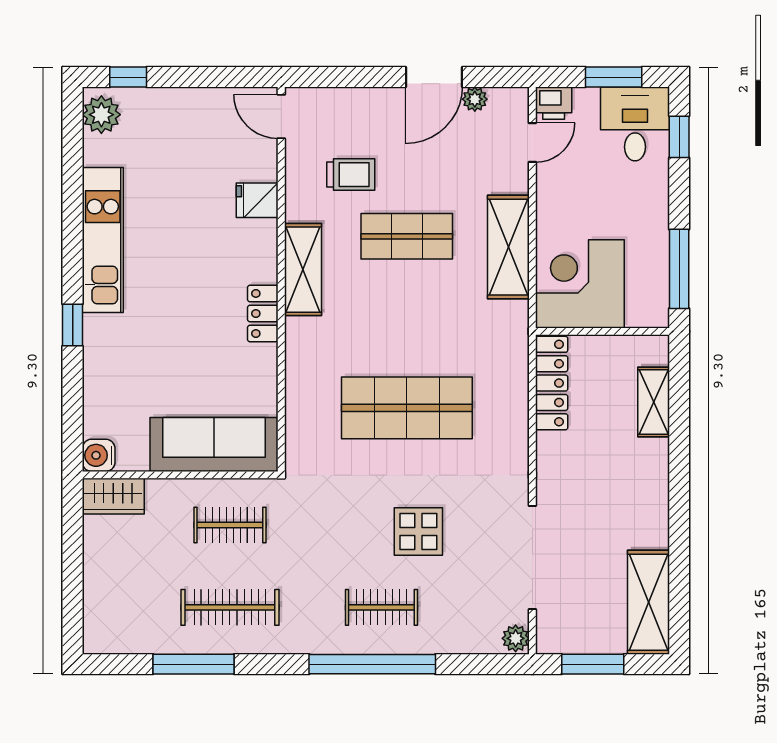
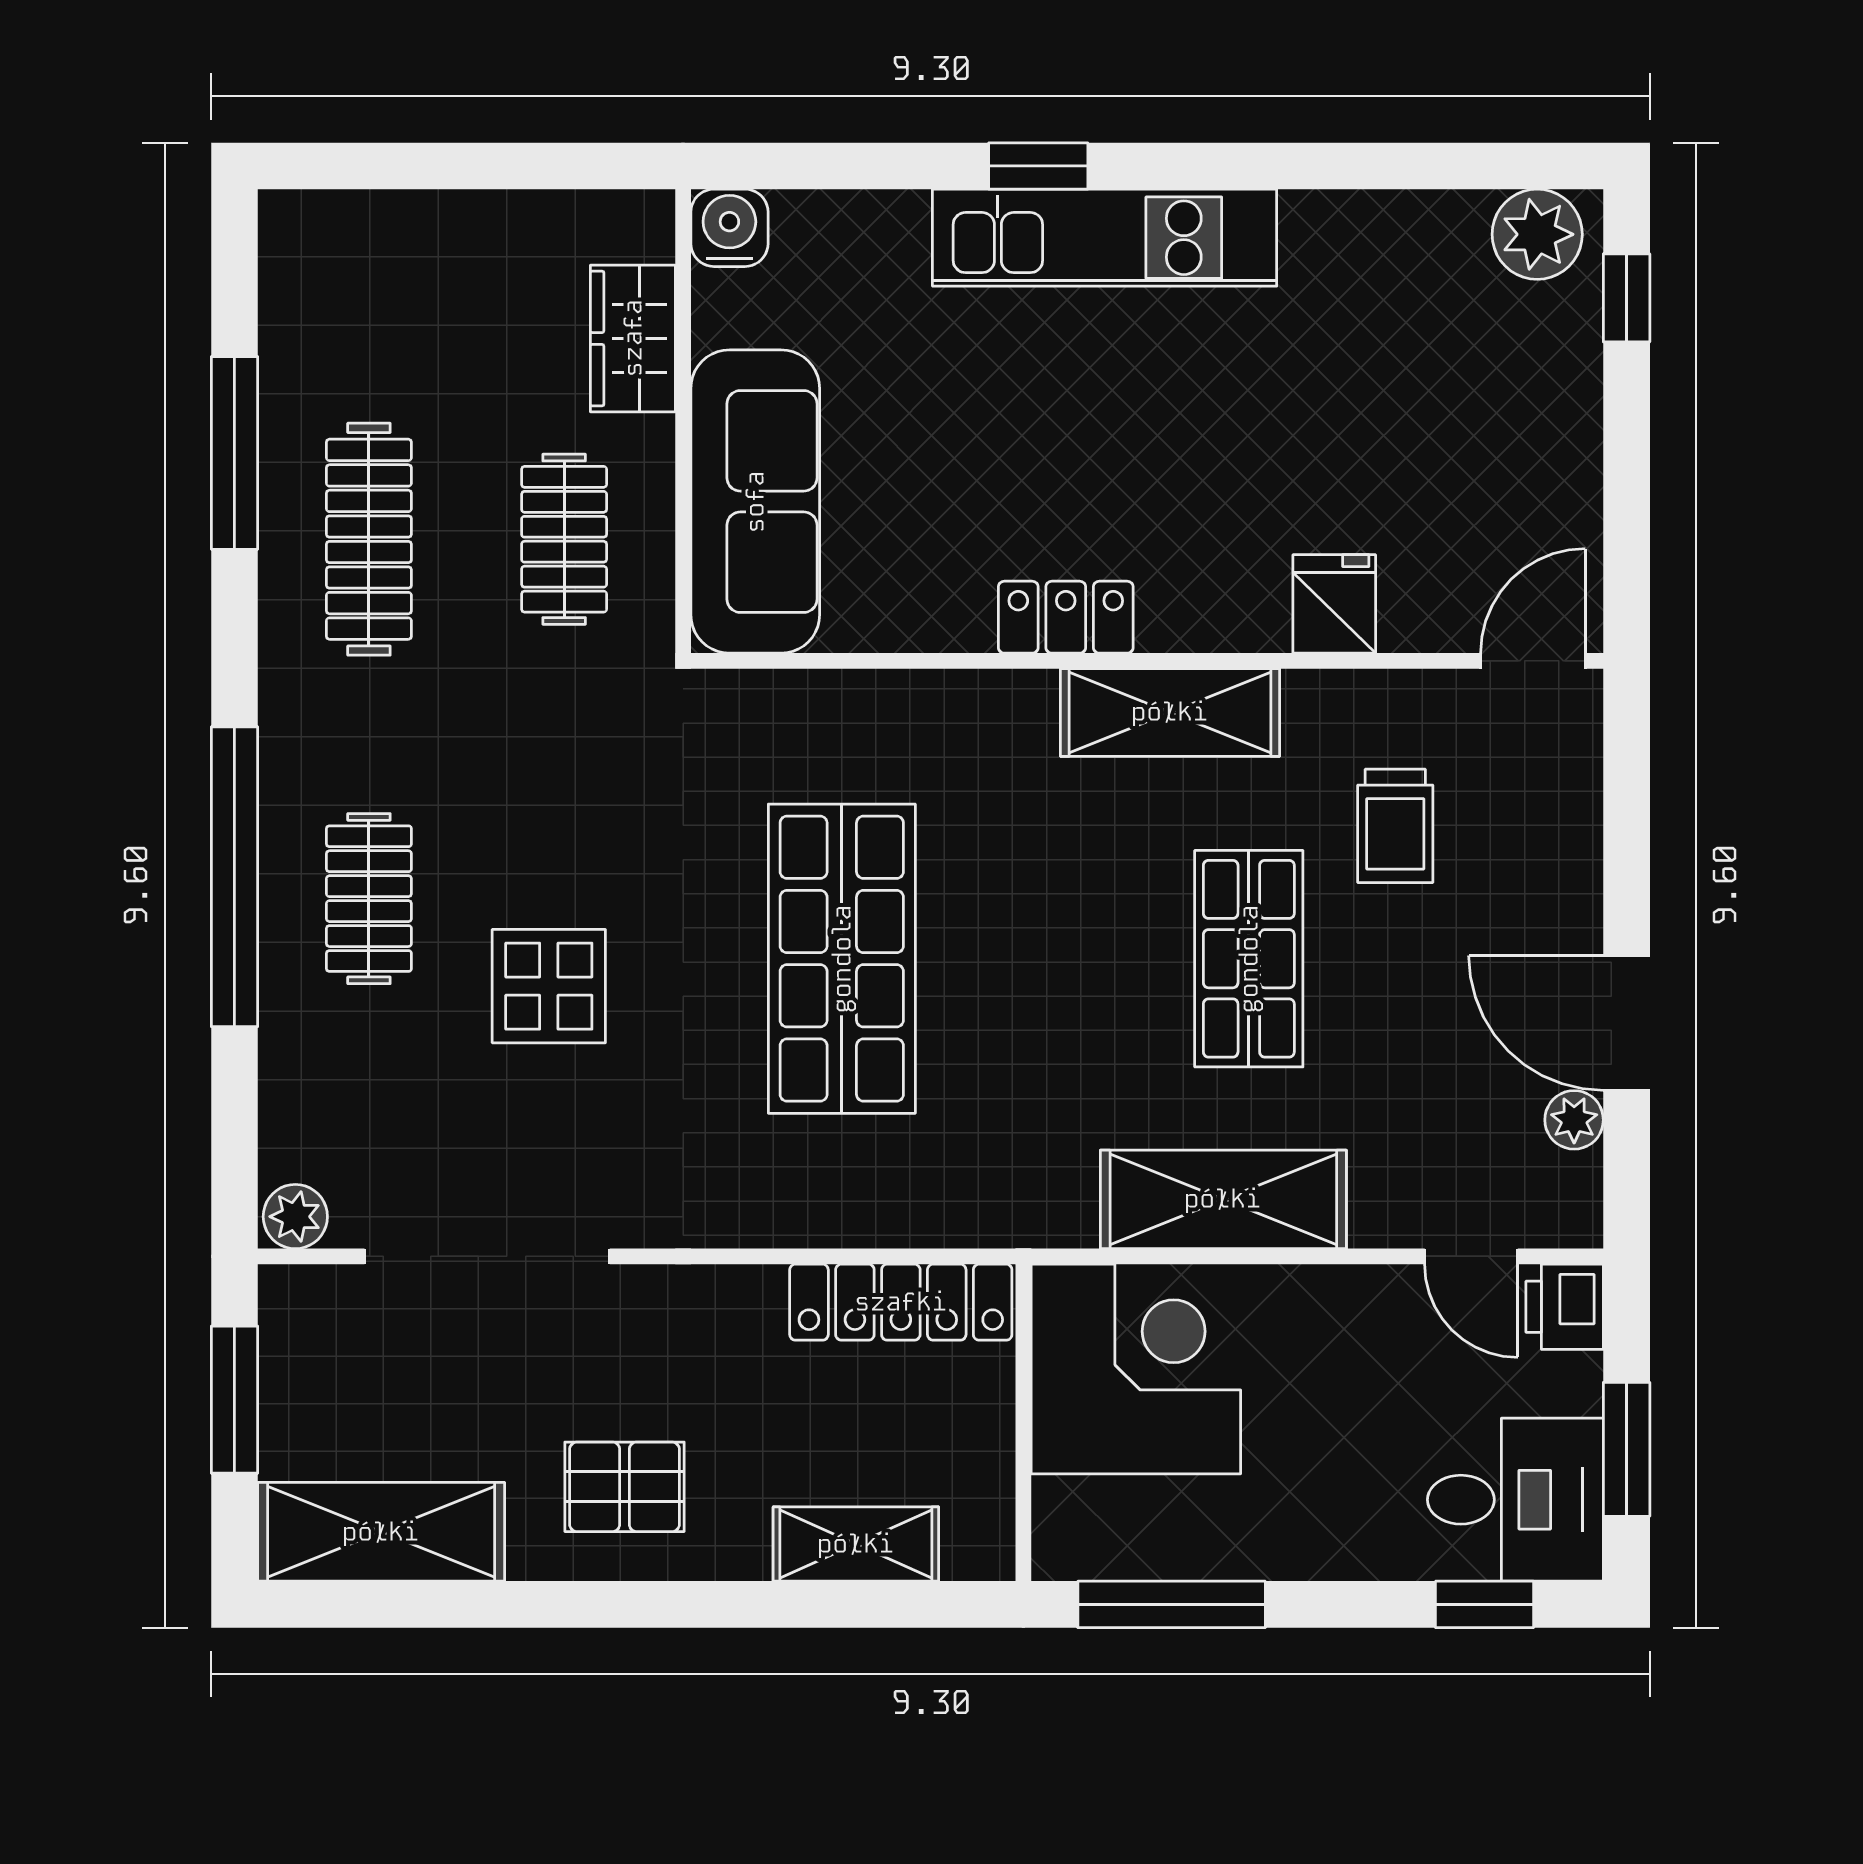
kitchen unit: (103, 240) -> (1105, 238), moved
wardrobe: (113, 496) -> (633, 338), moved
pallet: (630, 500) -> (624, 1487), added

